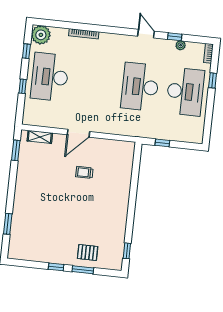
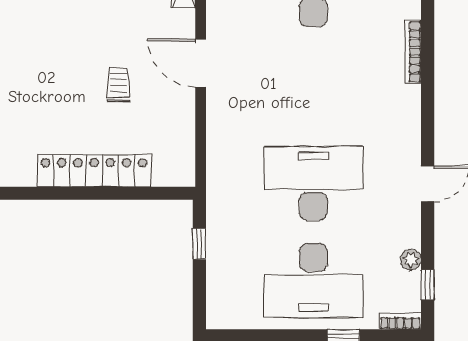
window: (175, 37) -> (428, 285), moved
locker: (123, 188) -> (94, 171), added

